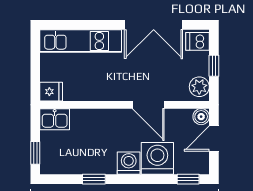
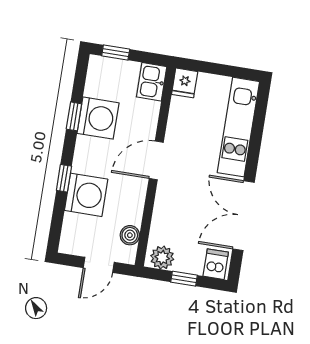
door: (148, 105) -> (156, 160), moved
boiler: (201, 117) -> (130, 235), moved
door: (214, 138) -> (99, 265), swing flipped
washing machine: (129, 163) -> (98, 118), moved, width x1.37, depth x1.37
window: (188, 179) -> (64, 178), moved

